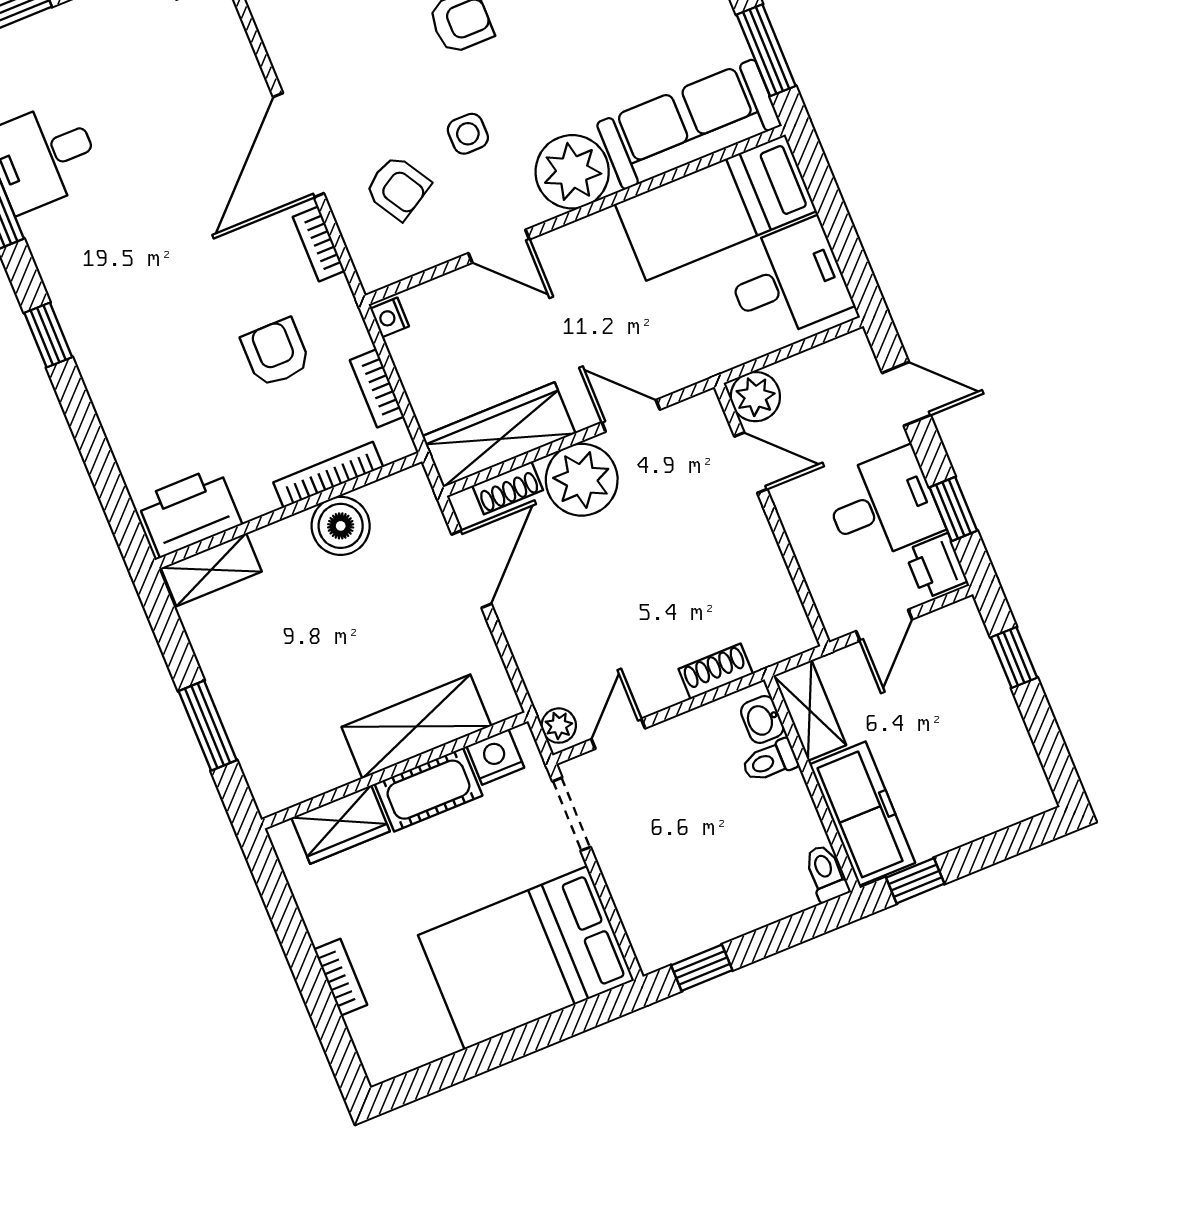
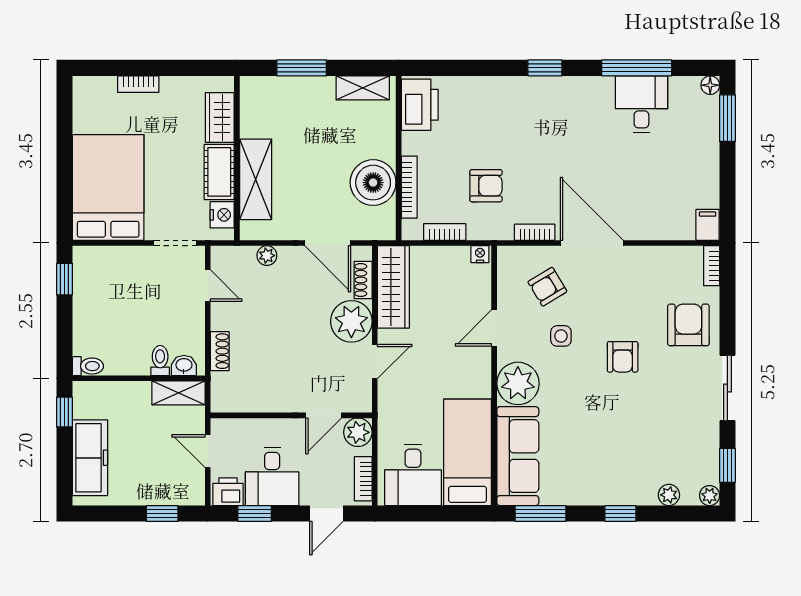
bookcase: (826, 358) -> (363, 479), added
boiler: (341, 526) -> (373, 183), width x1.37, depth x1.37
shelving: (211, 570) -> (363, 88), moved, turned 90
plant: (559, 726) -> (267, 256), moved
freezer: (862, 814) -> (90, 458), moved, turned -90

